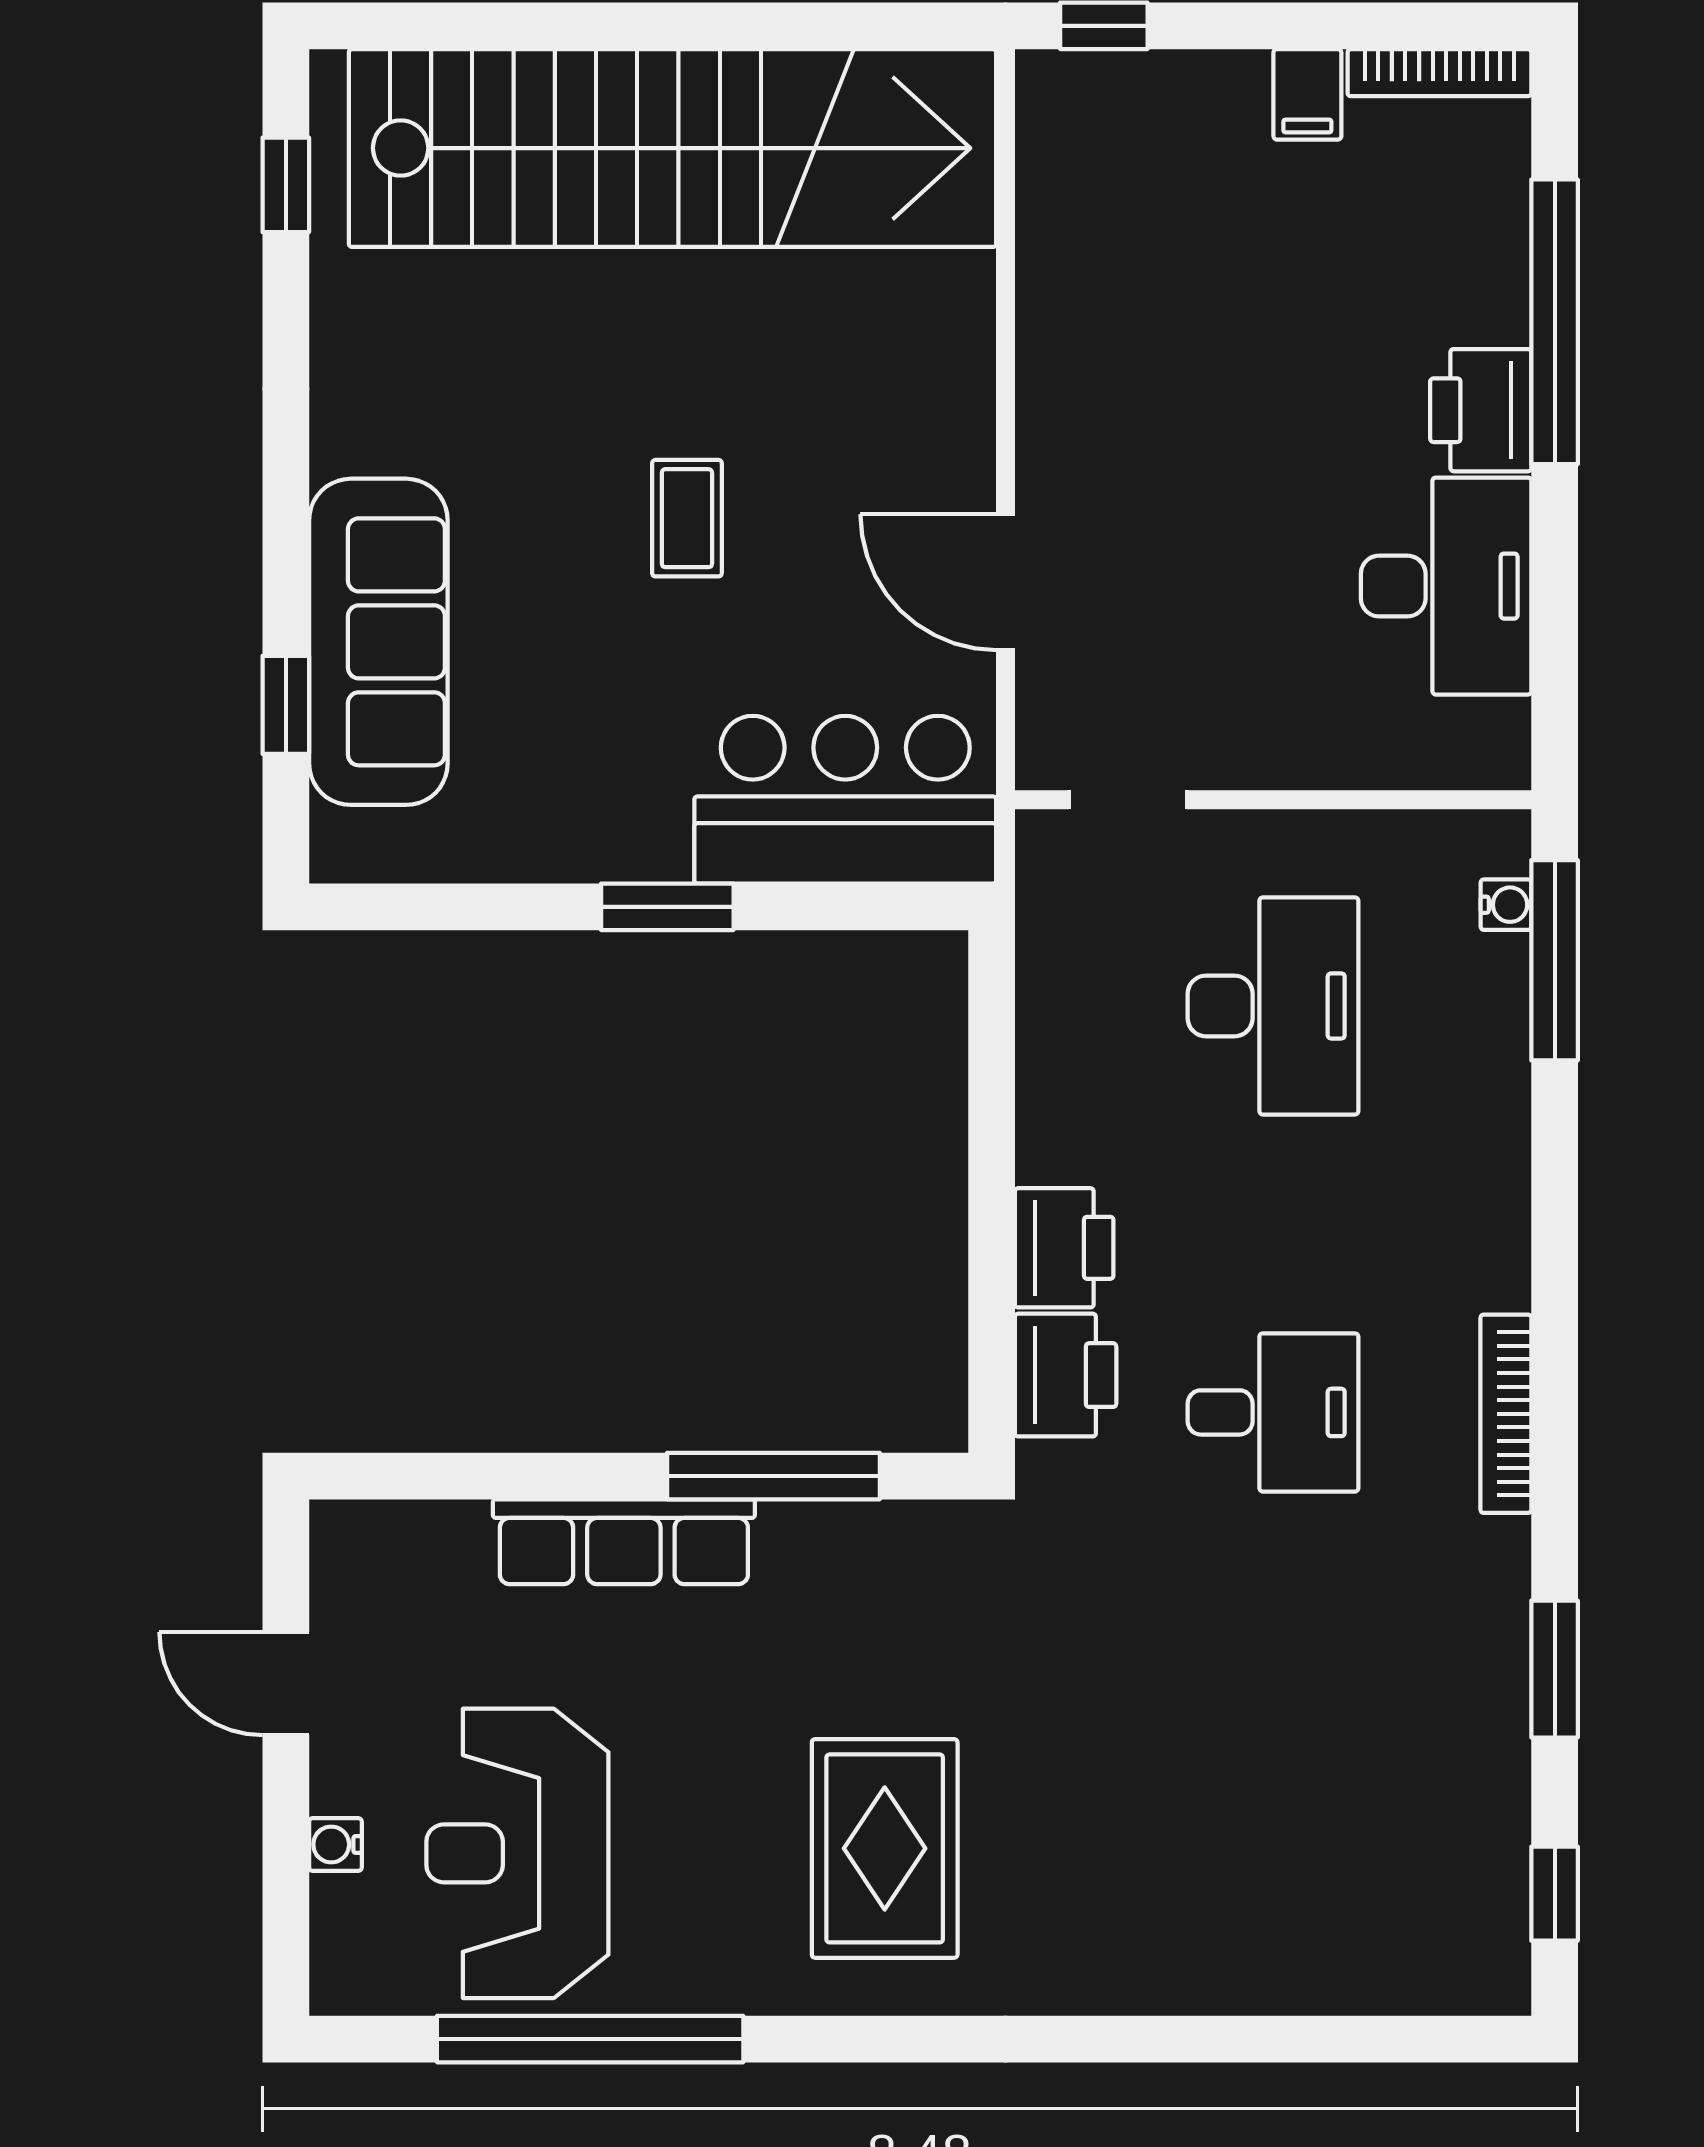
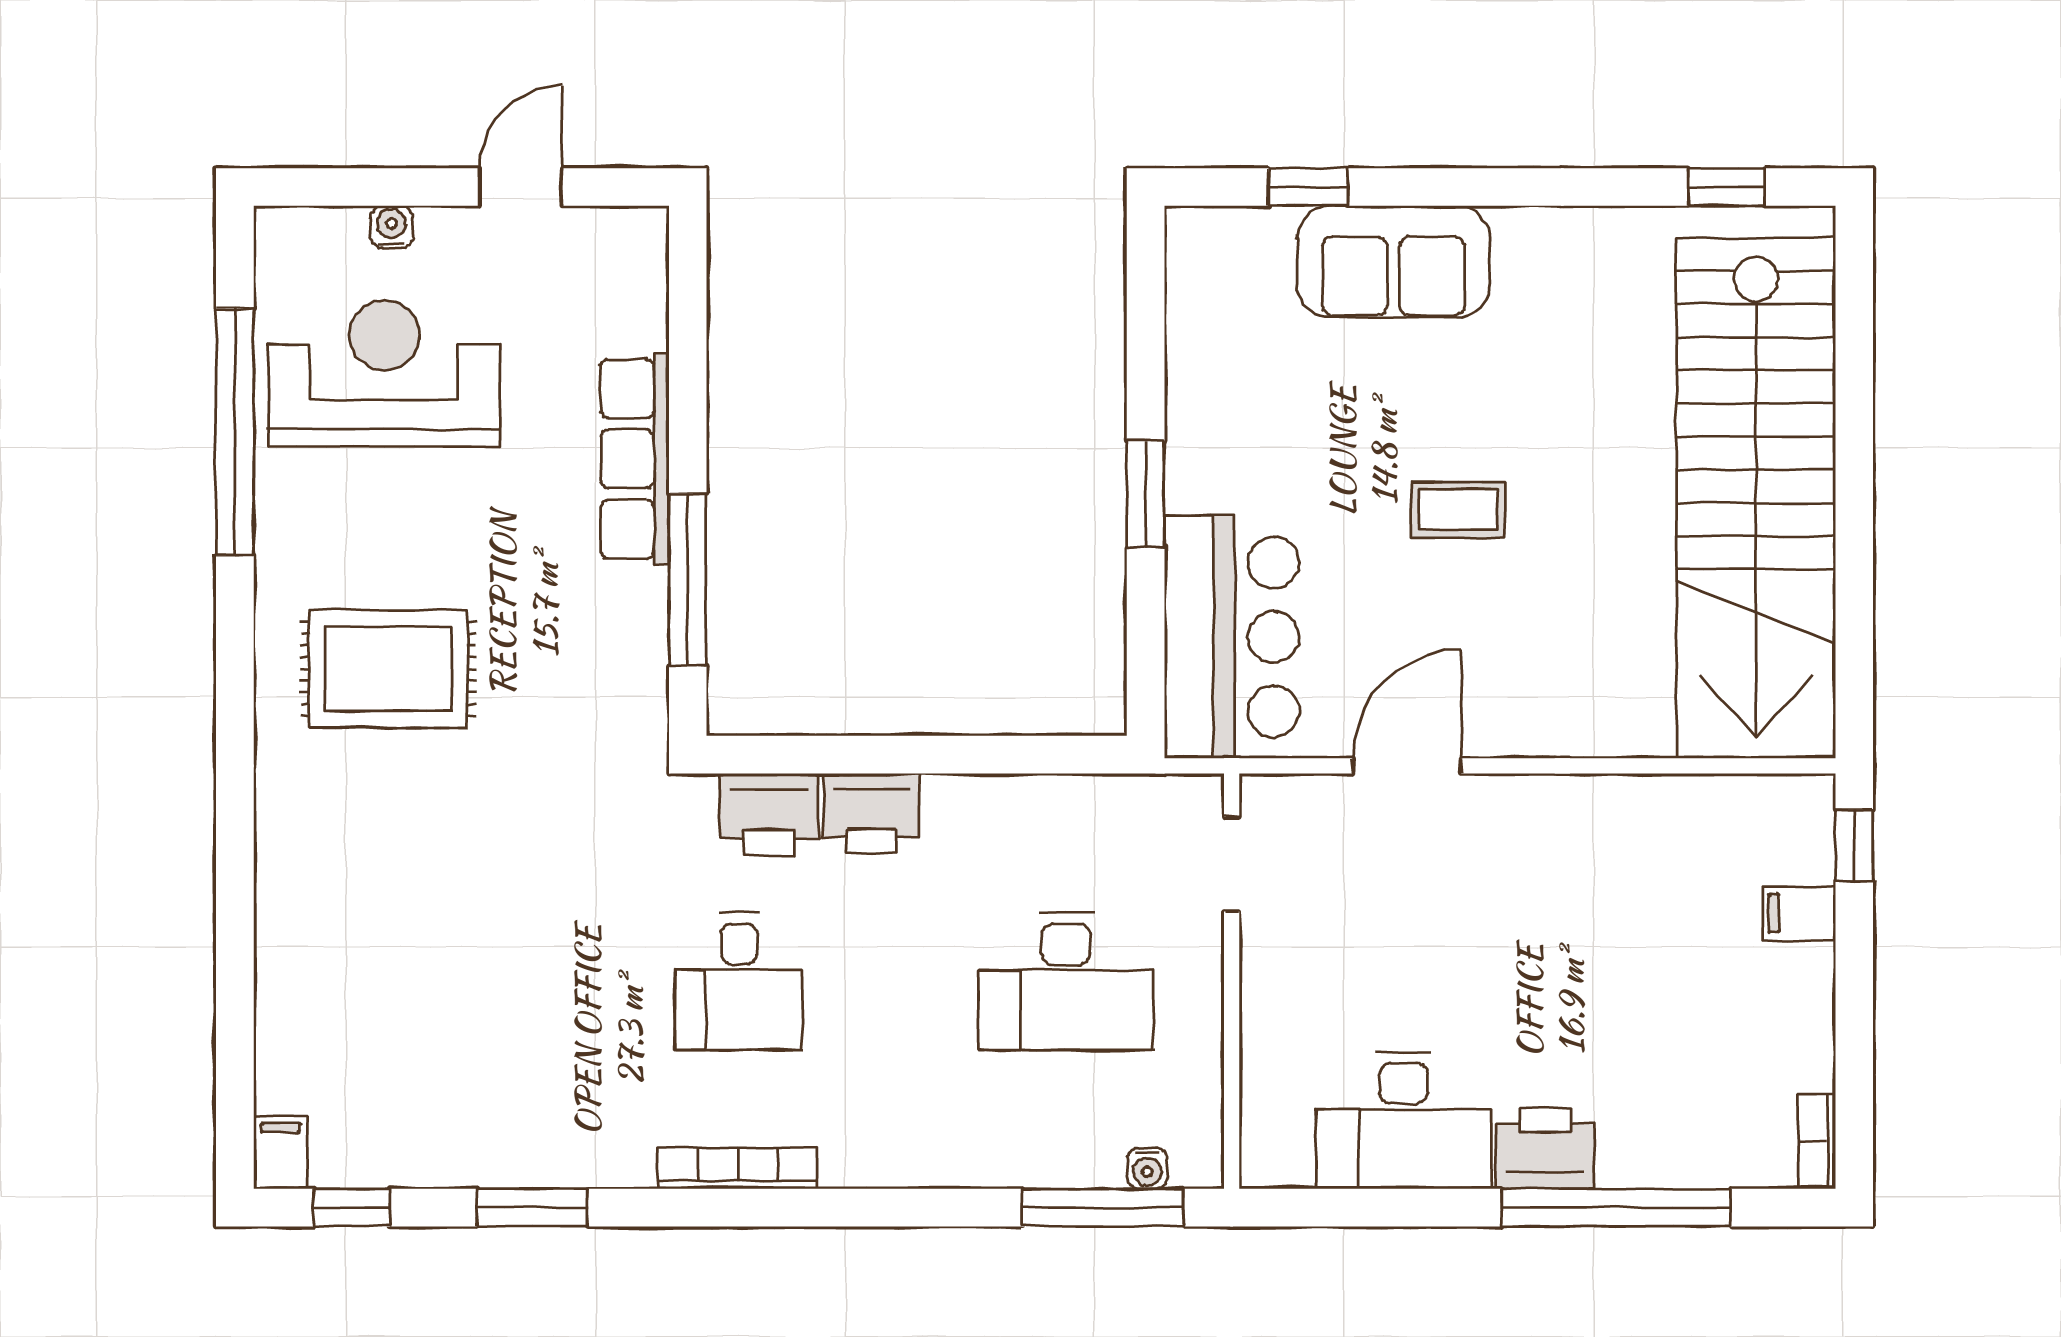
bookcase: (1439, 73) -> (1817, 1142), width x0.64
filing cabinet: (1307, 94) -> (1799, 913), moved
sofa: (378, 642) -> (1393, 262), width x0.73
filing cabinet: (1487, 1982) -> (281, 1153), added

